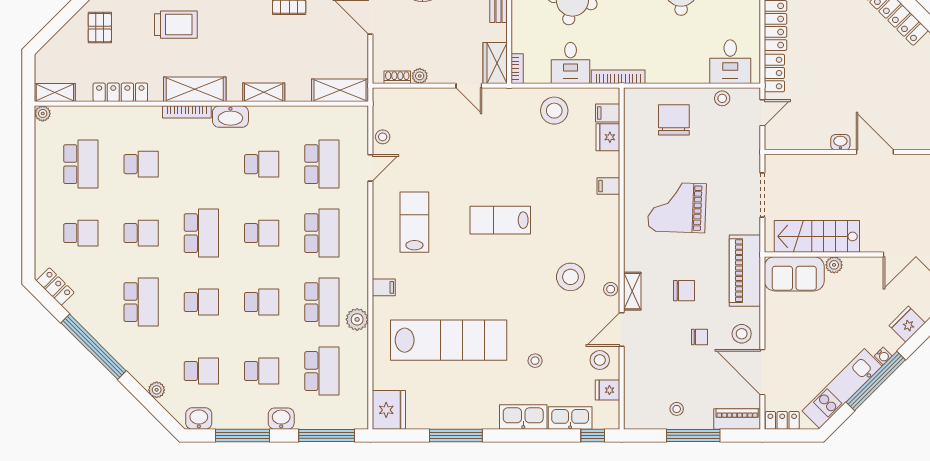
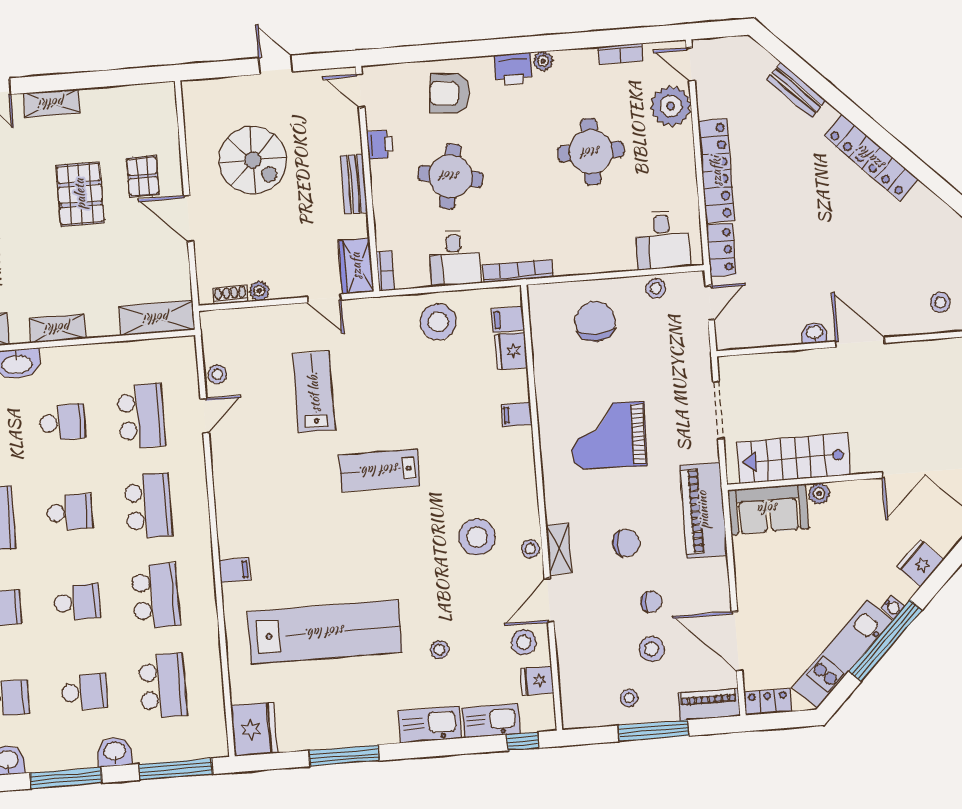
lab bench: (414, 222) -> (314, 392), moved
plant: (357, 319) -> (203, 615), removed
stool: (742, 334) -> (652, 649), moved

